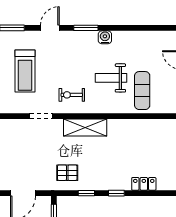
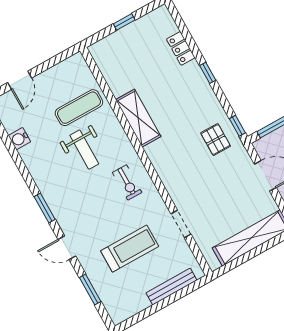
water cooler: (105, 37) -> (19, 139), moved
doorway: (41, 116) -> (181, 224), moved
shelving: (85, 128) -> (138, 118), moved
window: (86, 193) -> (237, 126), moved

